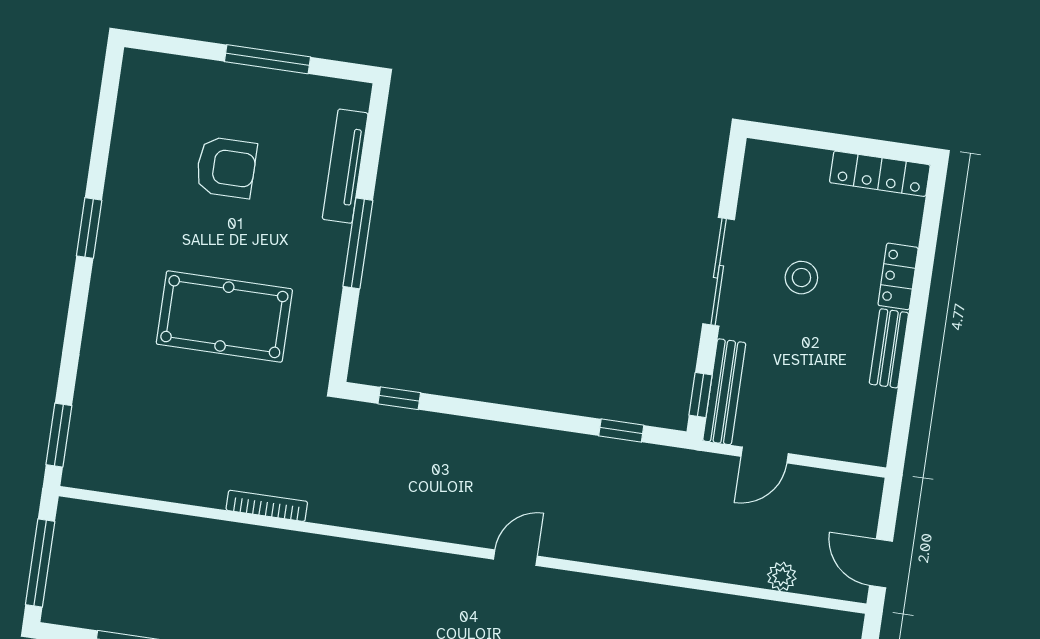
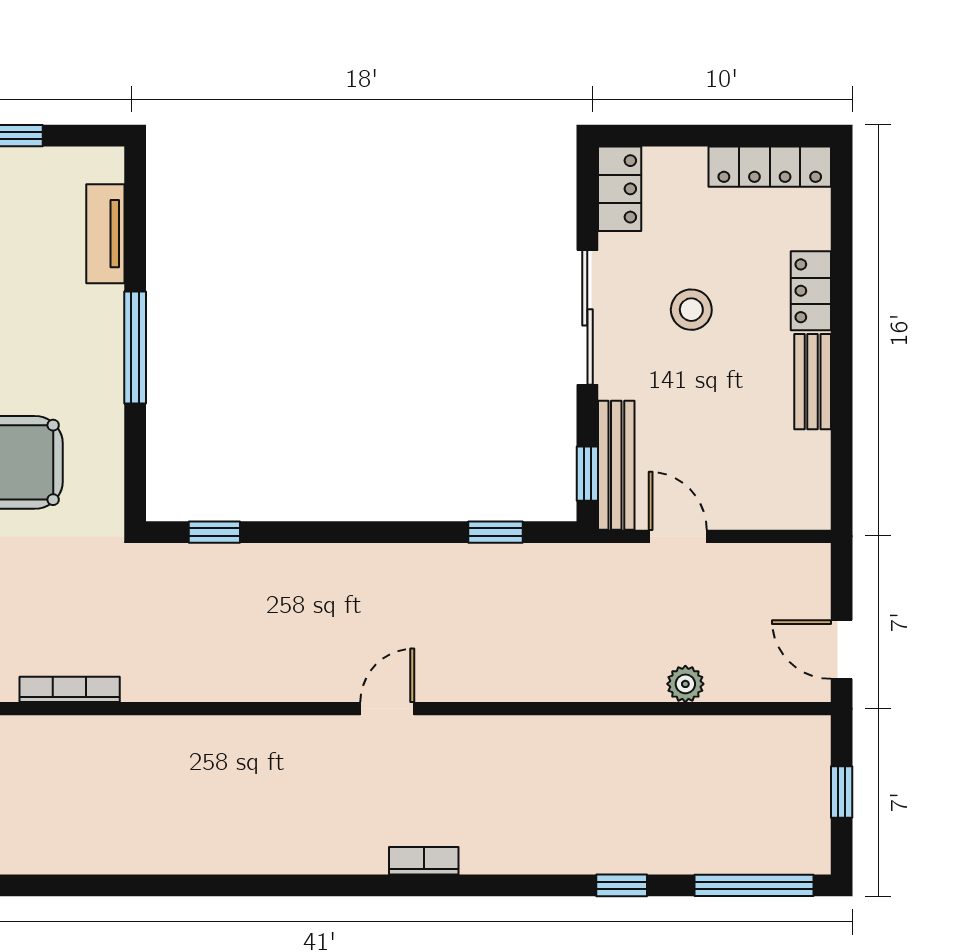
tv unit: (345, 166) -> (105, 234), width x0.71
locker: (759, 174) -> (620, 189), added
door: (765, 455) -> (678, 536), swing flipped
plant: (782, 577) -> (685, 684), moved

